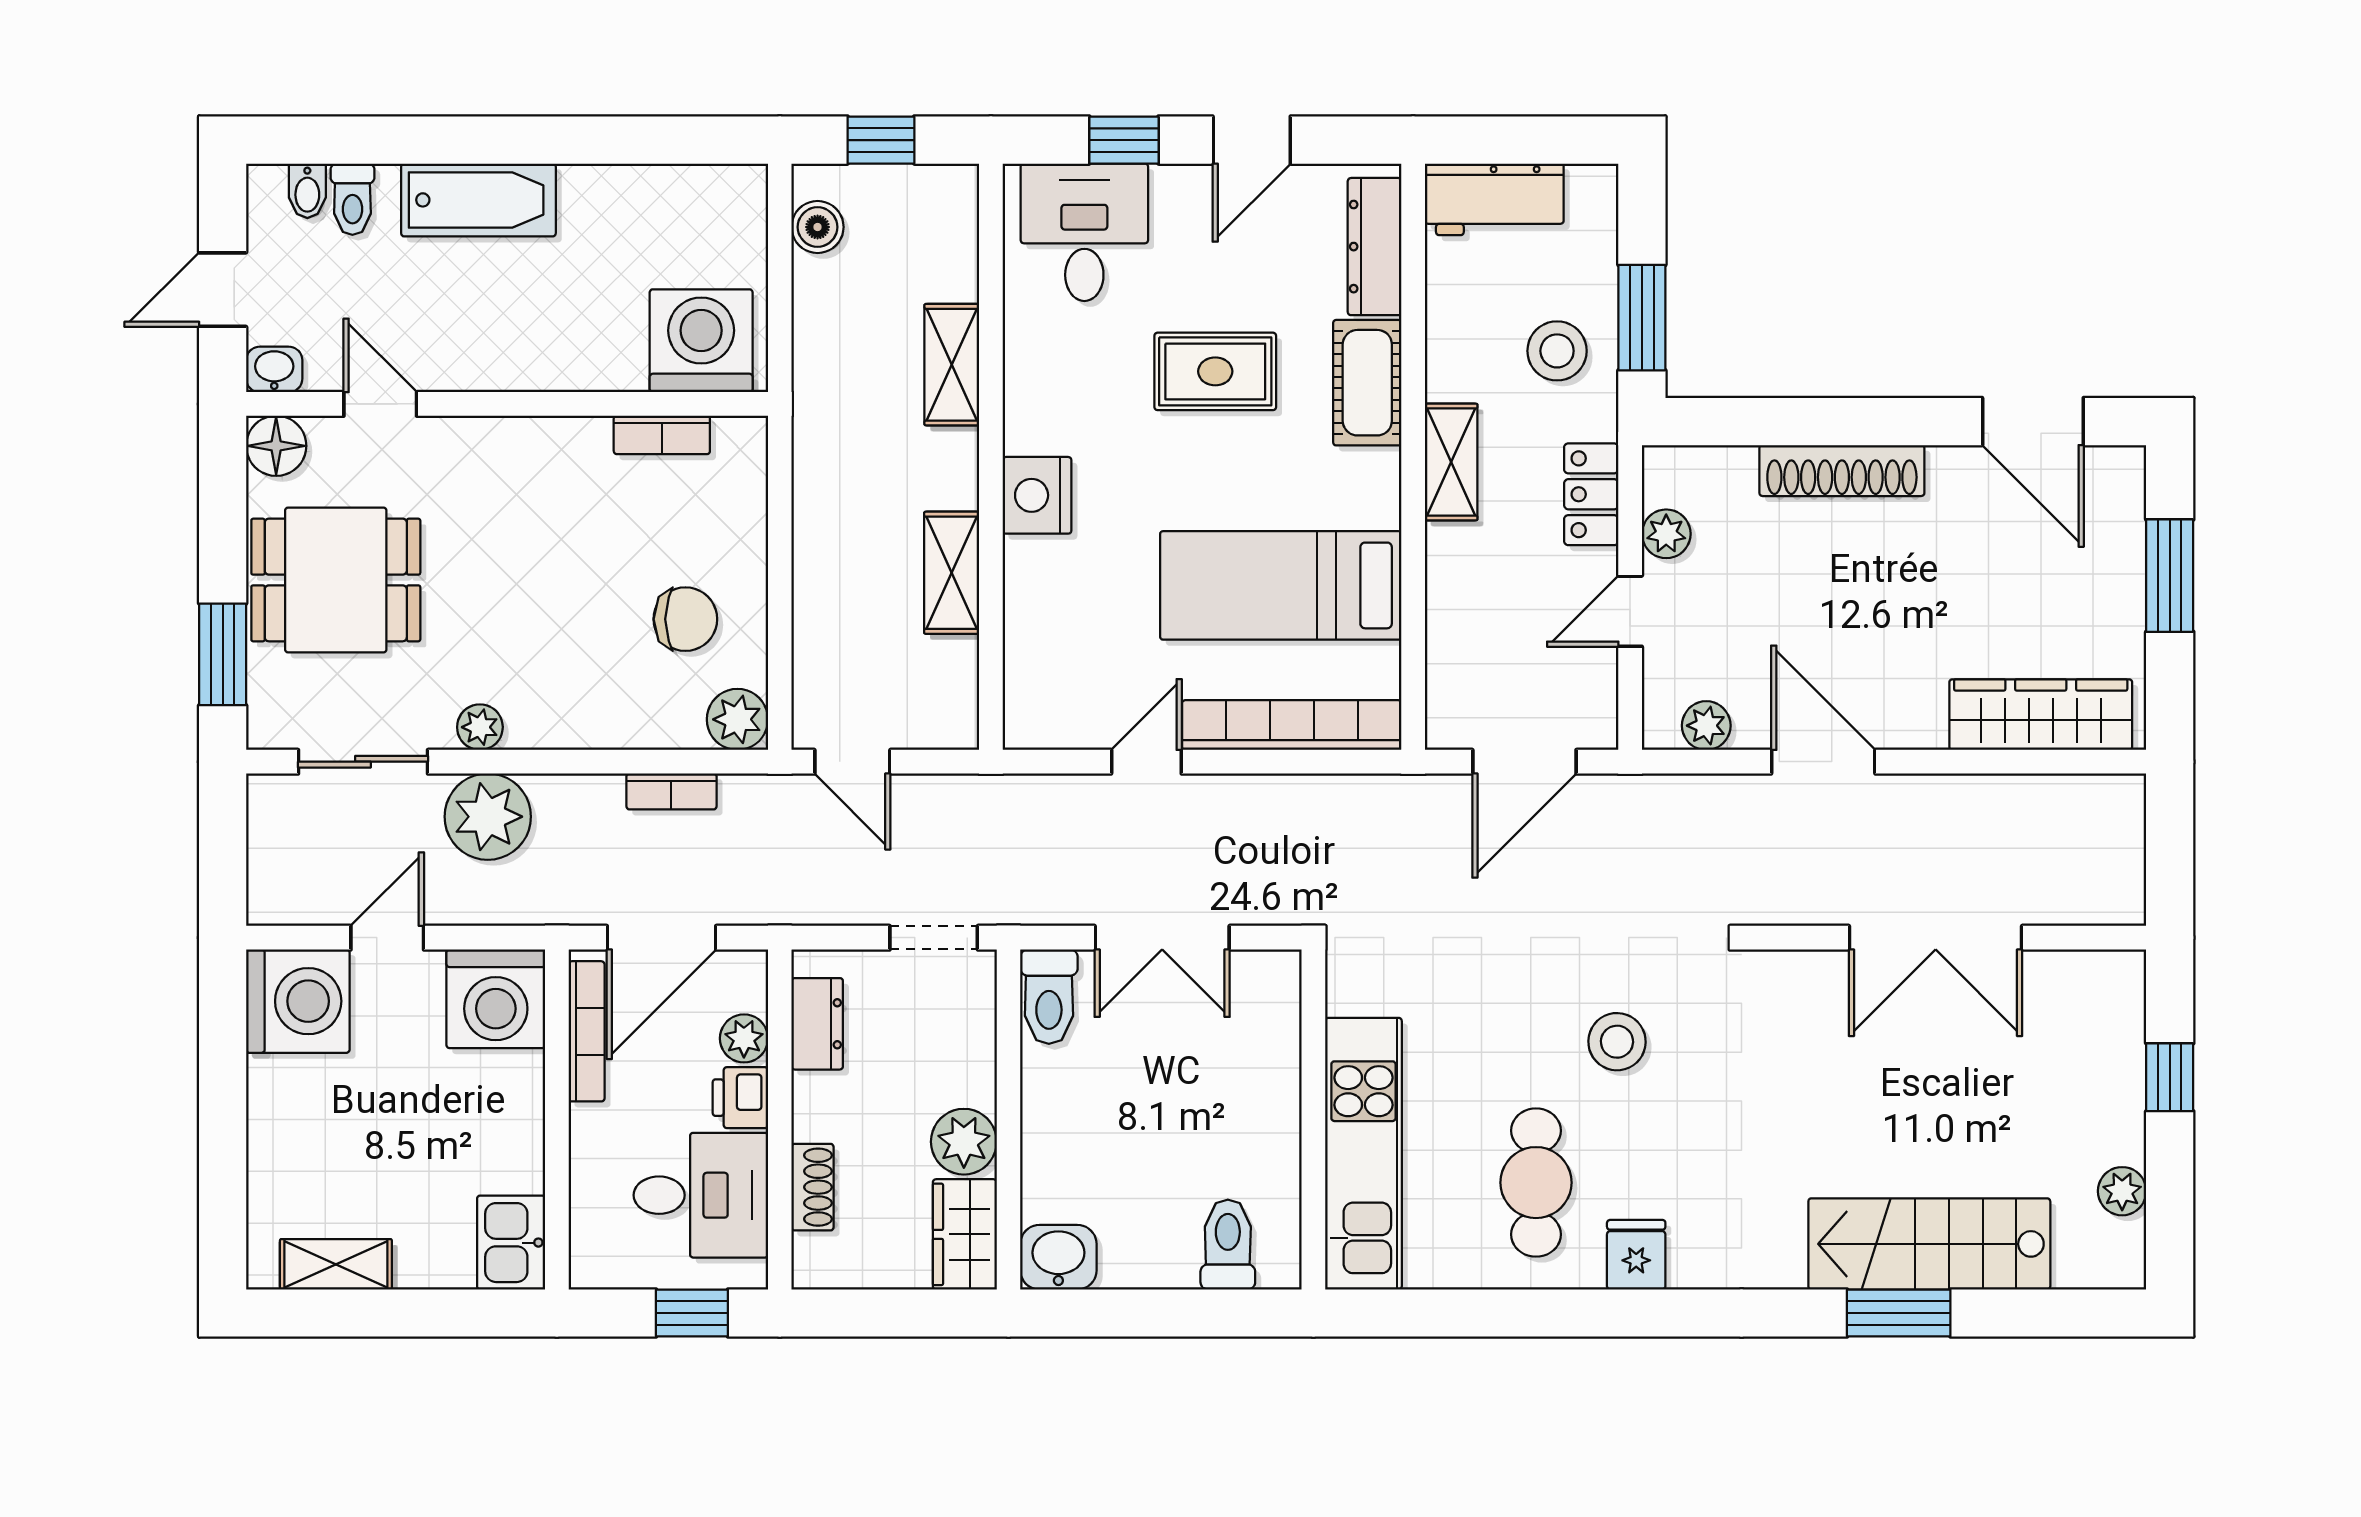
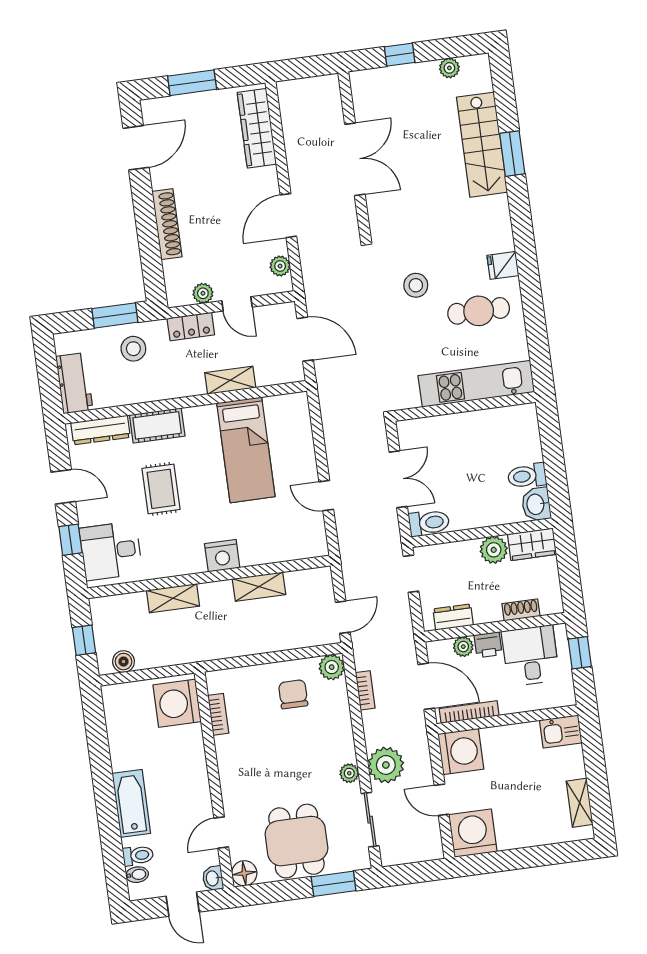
shelving: (1451, 462) -> (230, 380), moved
bookcase: (1292, 725) -> (303, 437), removed
toilet: (1228, 1245) -> (527, 476), moved

